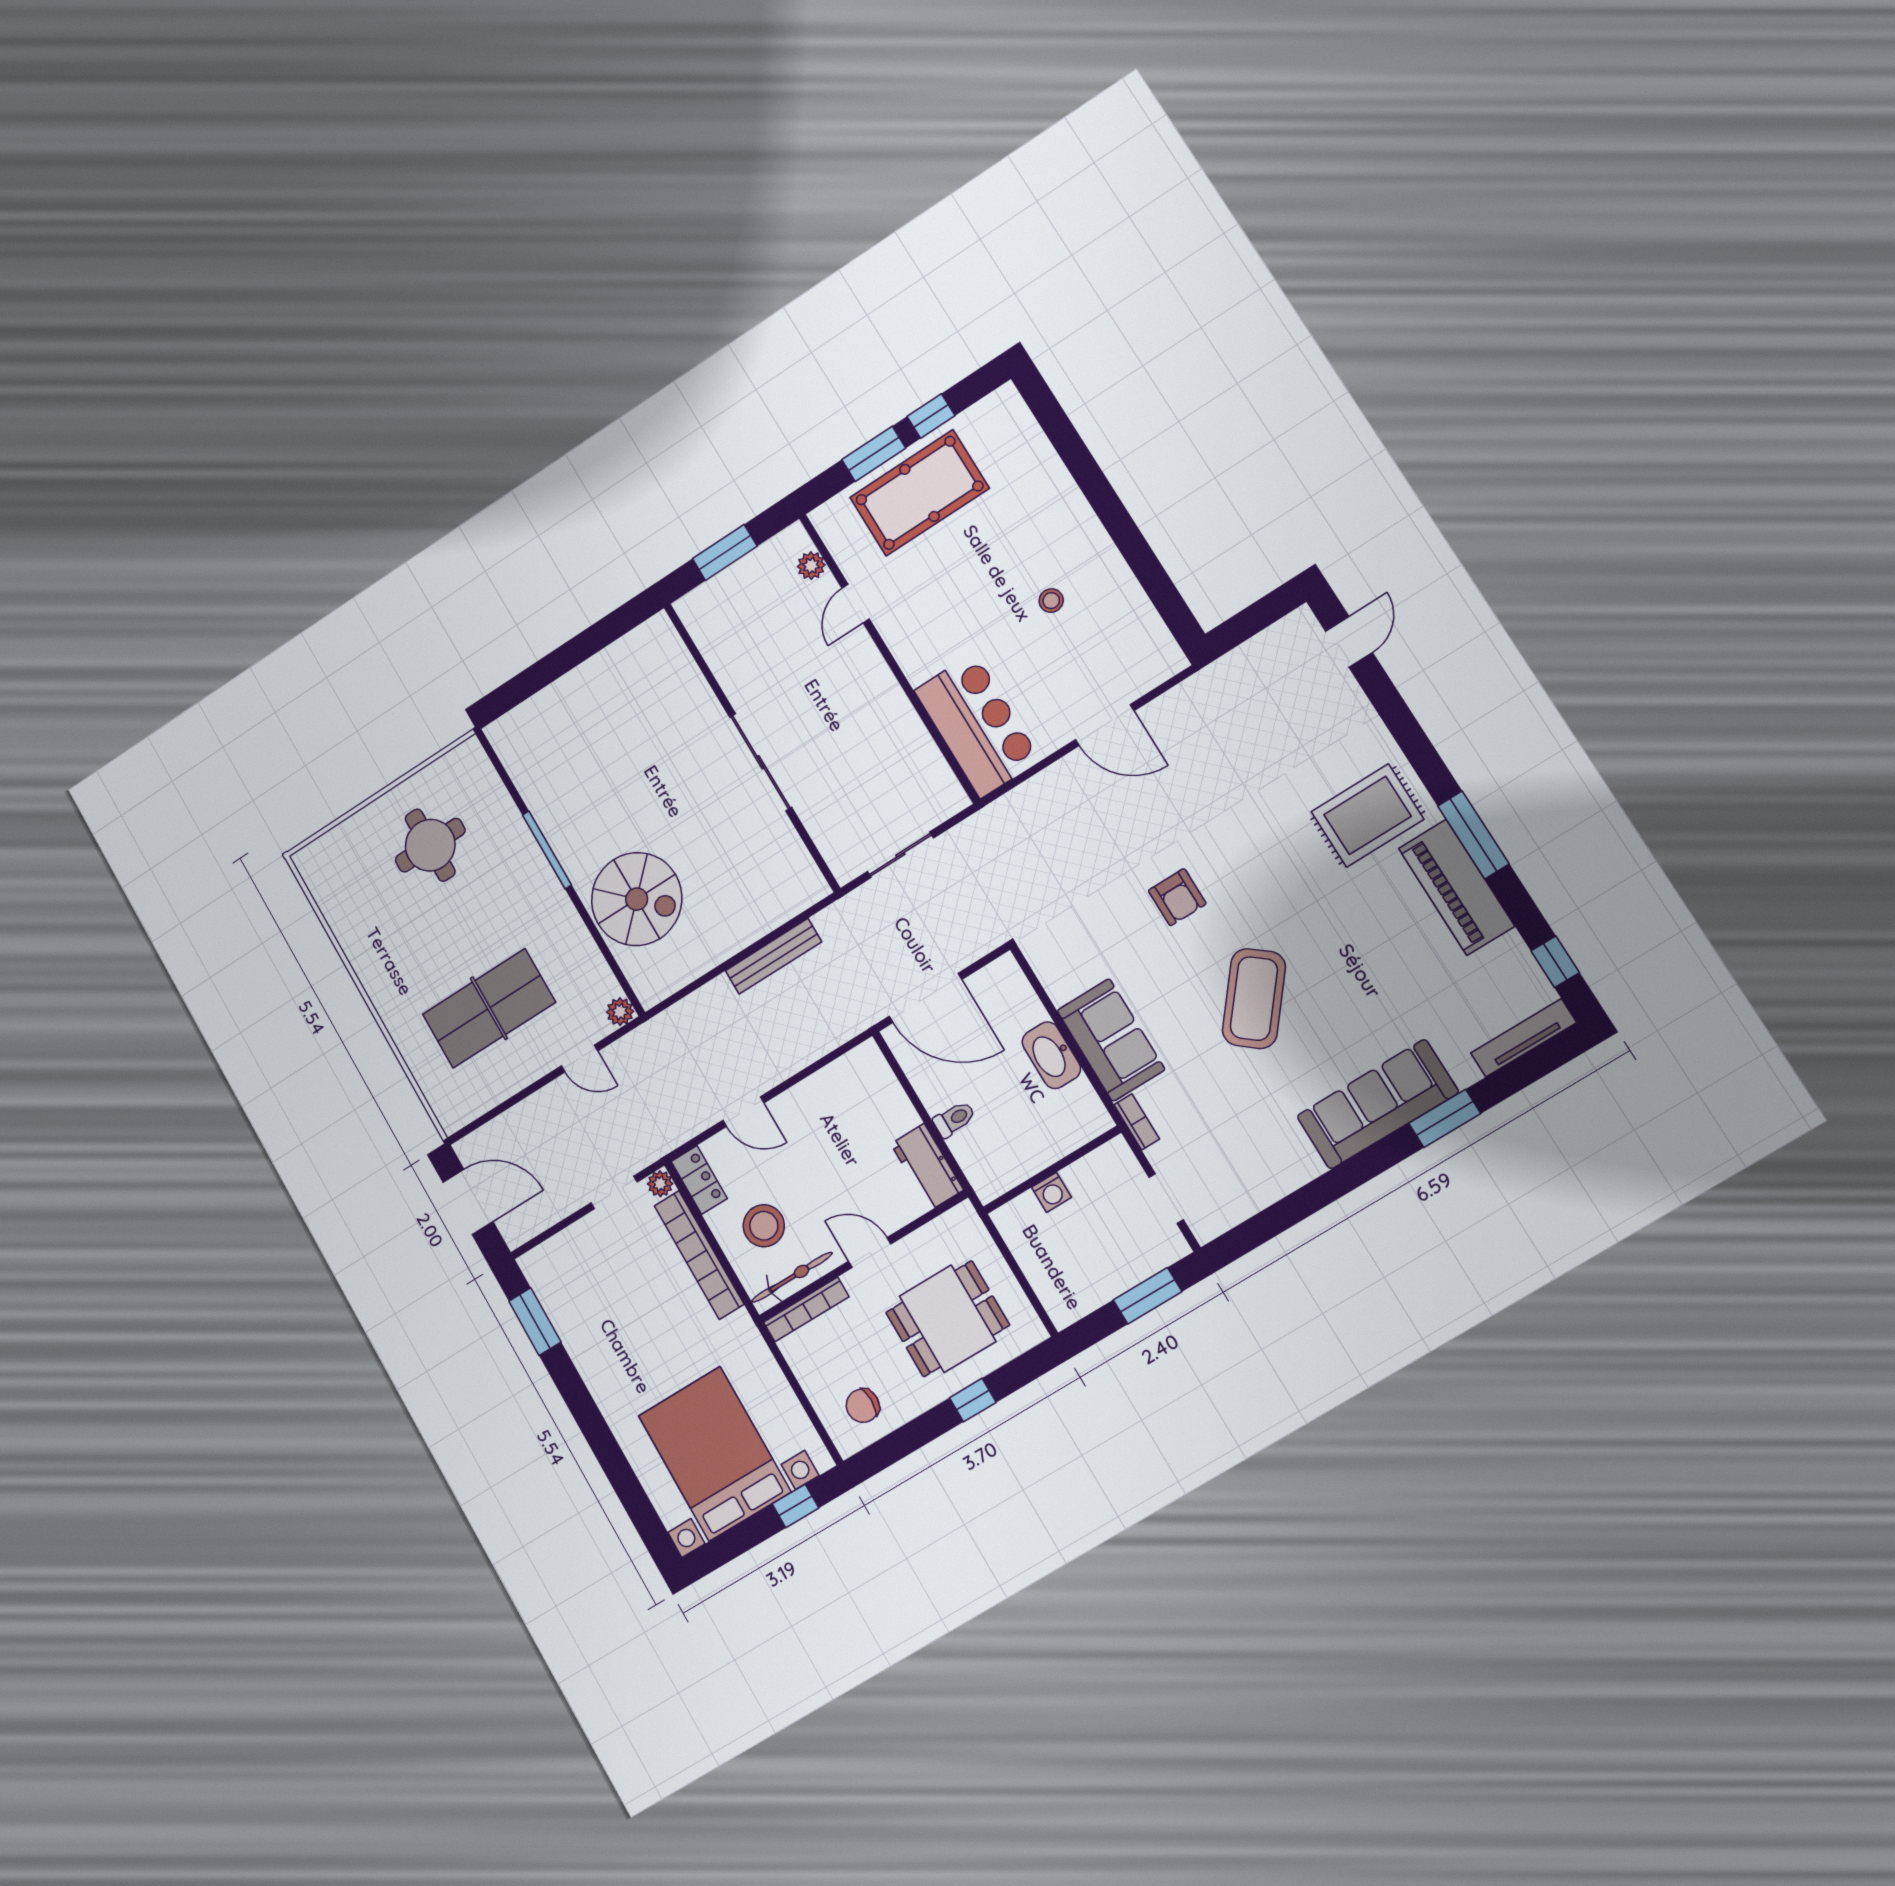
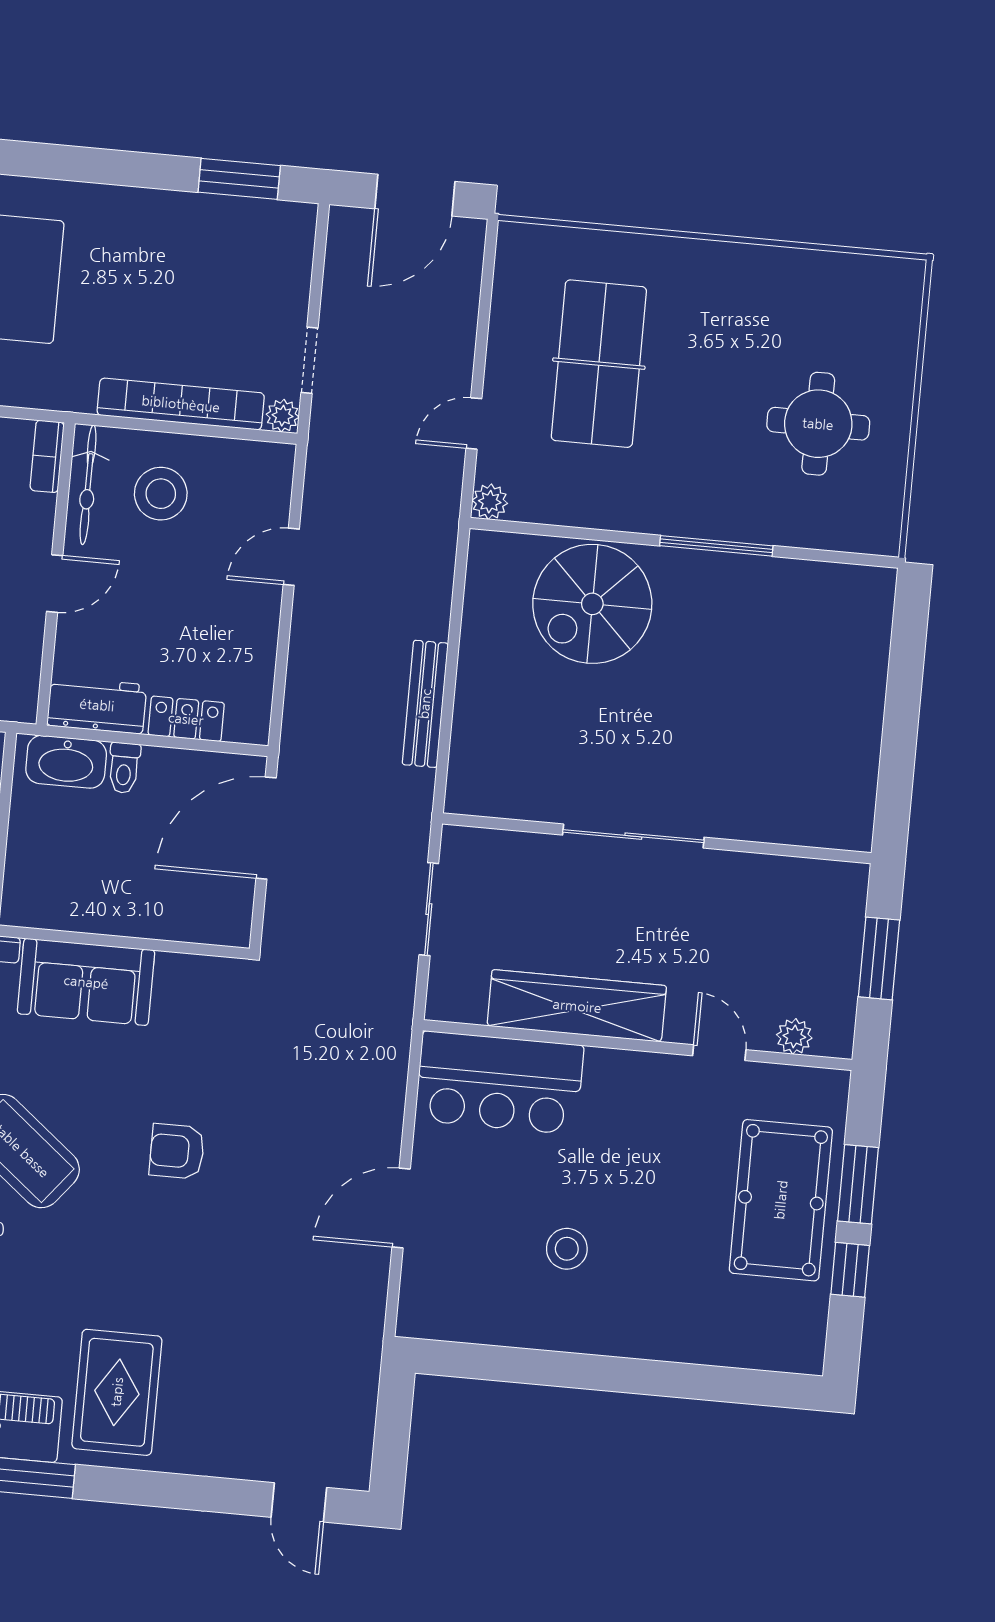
stool: (1051, 601) -> (567, 1249), width x1.37, depth x1.37
wardrobe: (892, 715) -> (577, 1006), added
washbasin: (1051, 1055) -> (66, 762), moved, turned 180
locker: (699, 1180) -> (186, 719), moved, turned 180
bookcase: (806, 1310) -> (47, 456), width x0.64

